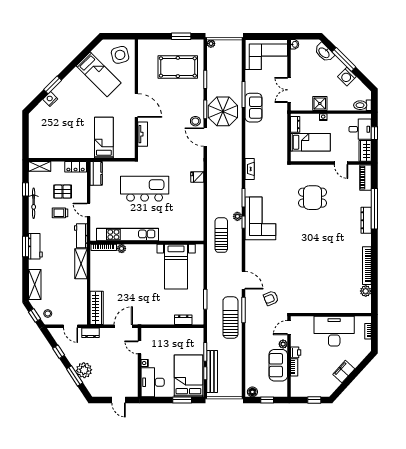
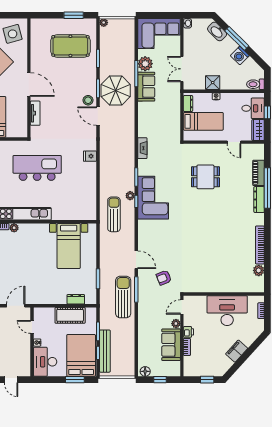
plant: (252, 85) -> (145, 64), added
piano: (366, 178) -> (258, 173), moved
cot: (177, 336) -> (70, 315), added

